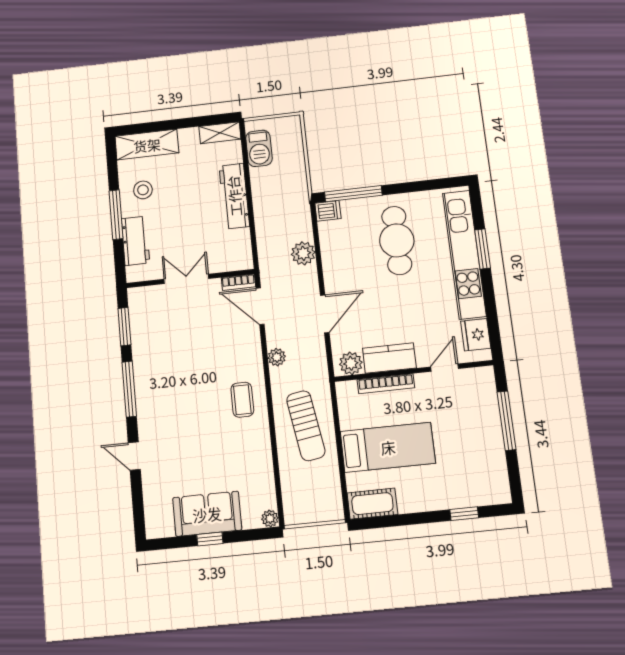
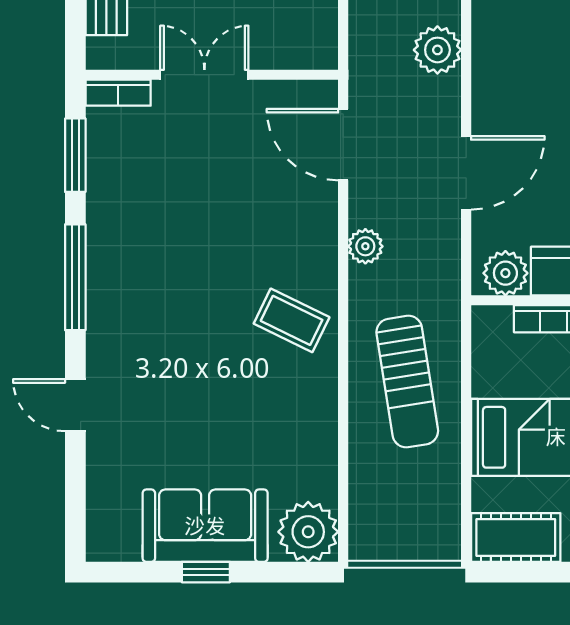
bookcase: (238, 282) -> (118, 93), moved
coffee table: (242, 400) -> (292, 320), turned -64
plant: (270, 518) -> (308, 532), width x1.88, depth x1.88

